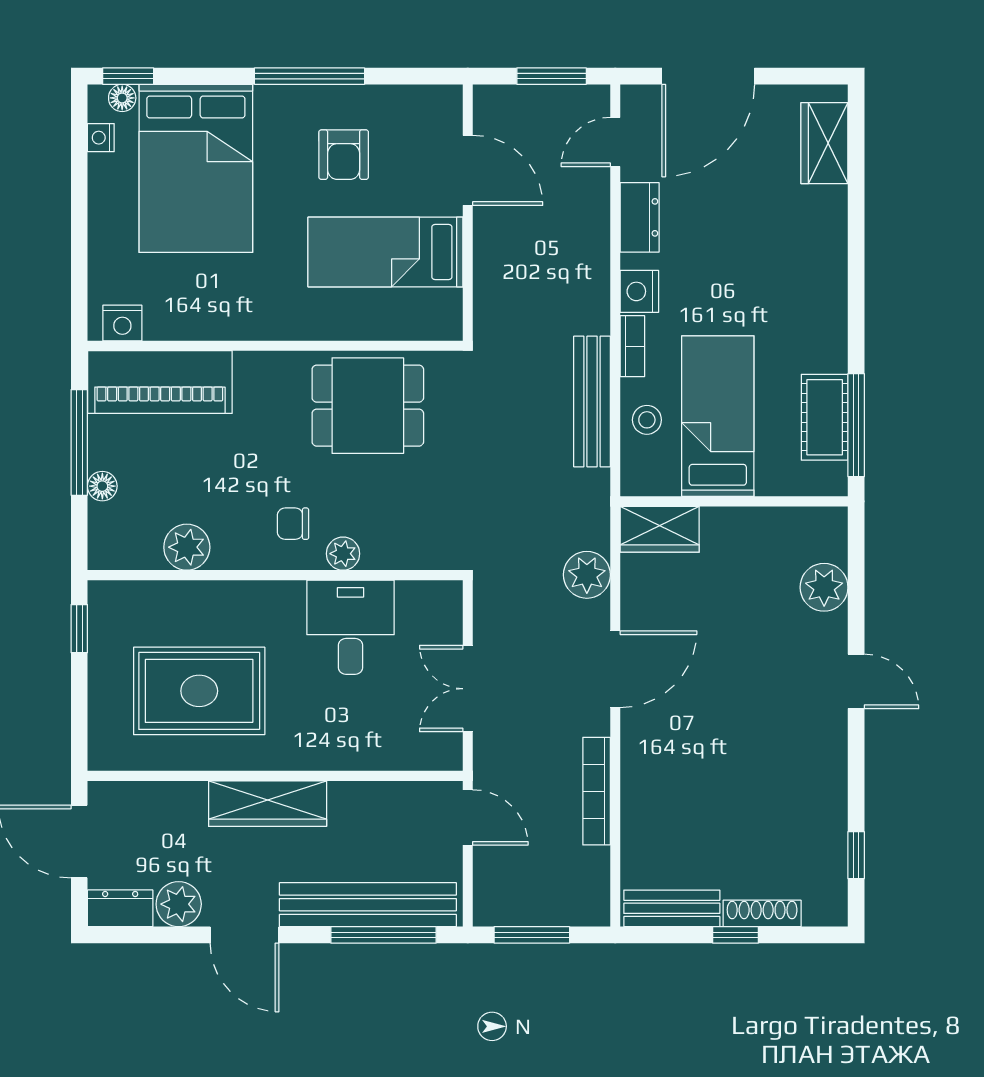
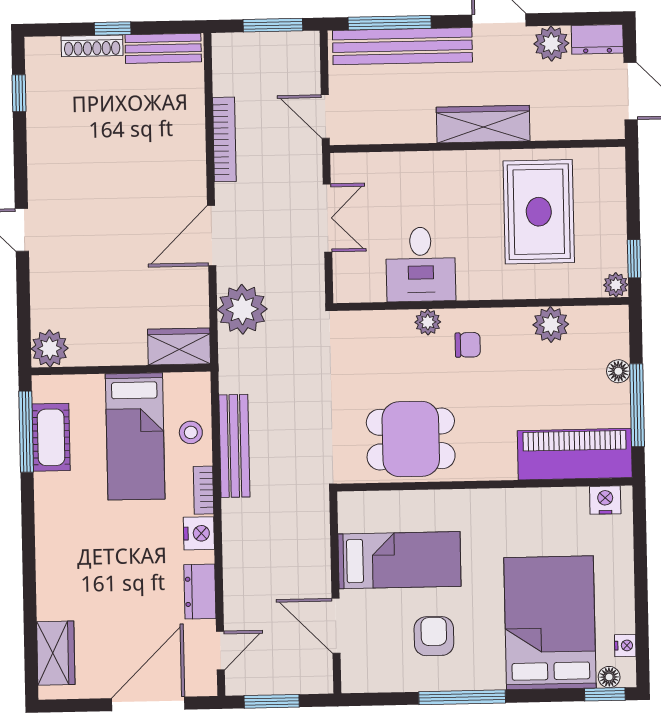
plant: (587, 575) -> (242, 309), width x1.36, depth x1.36
plant: (824, 587) -> (50, 348), moved
plant: (103, 596) -> (616, 285), added
rug: (199, 691) -> (539, 212), turned 90

